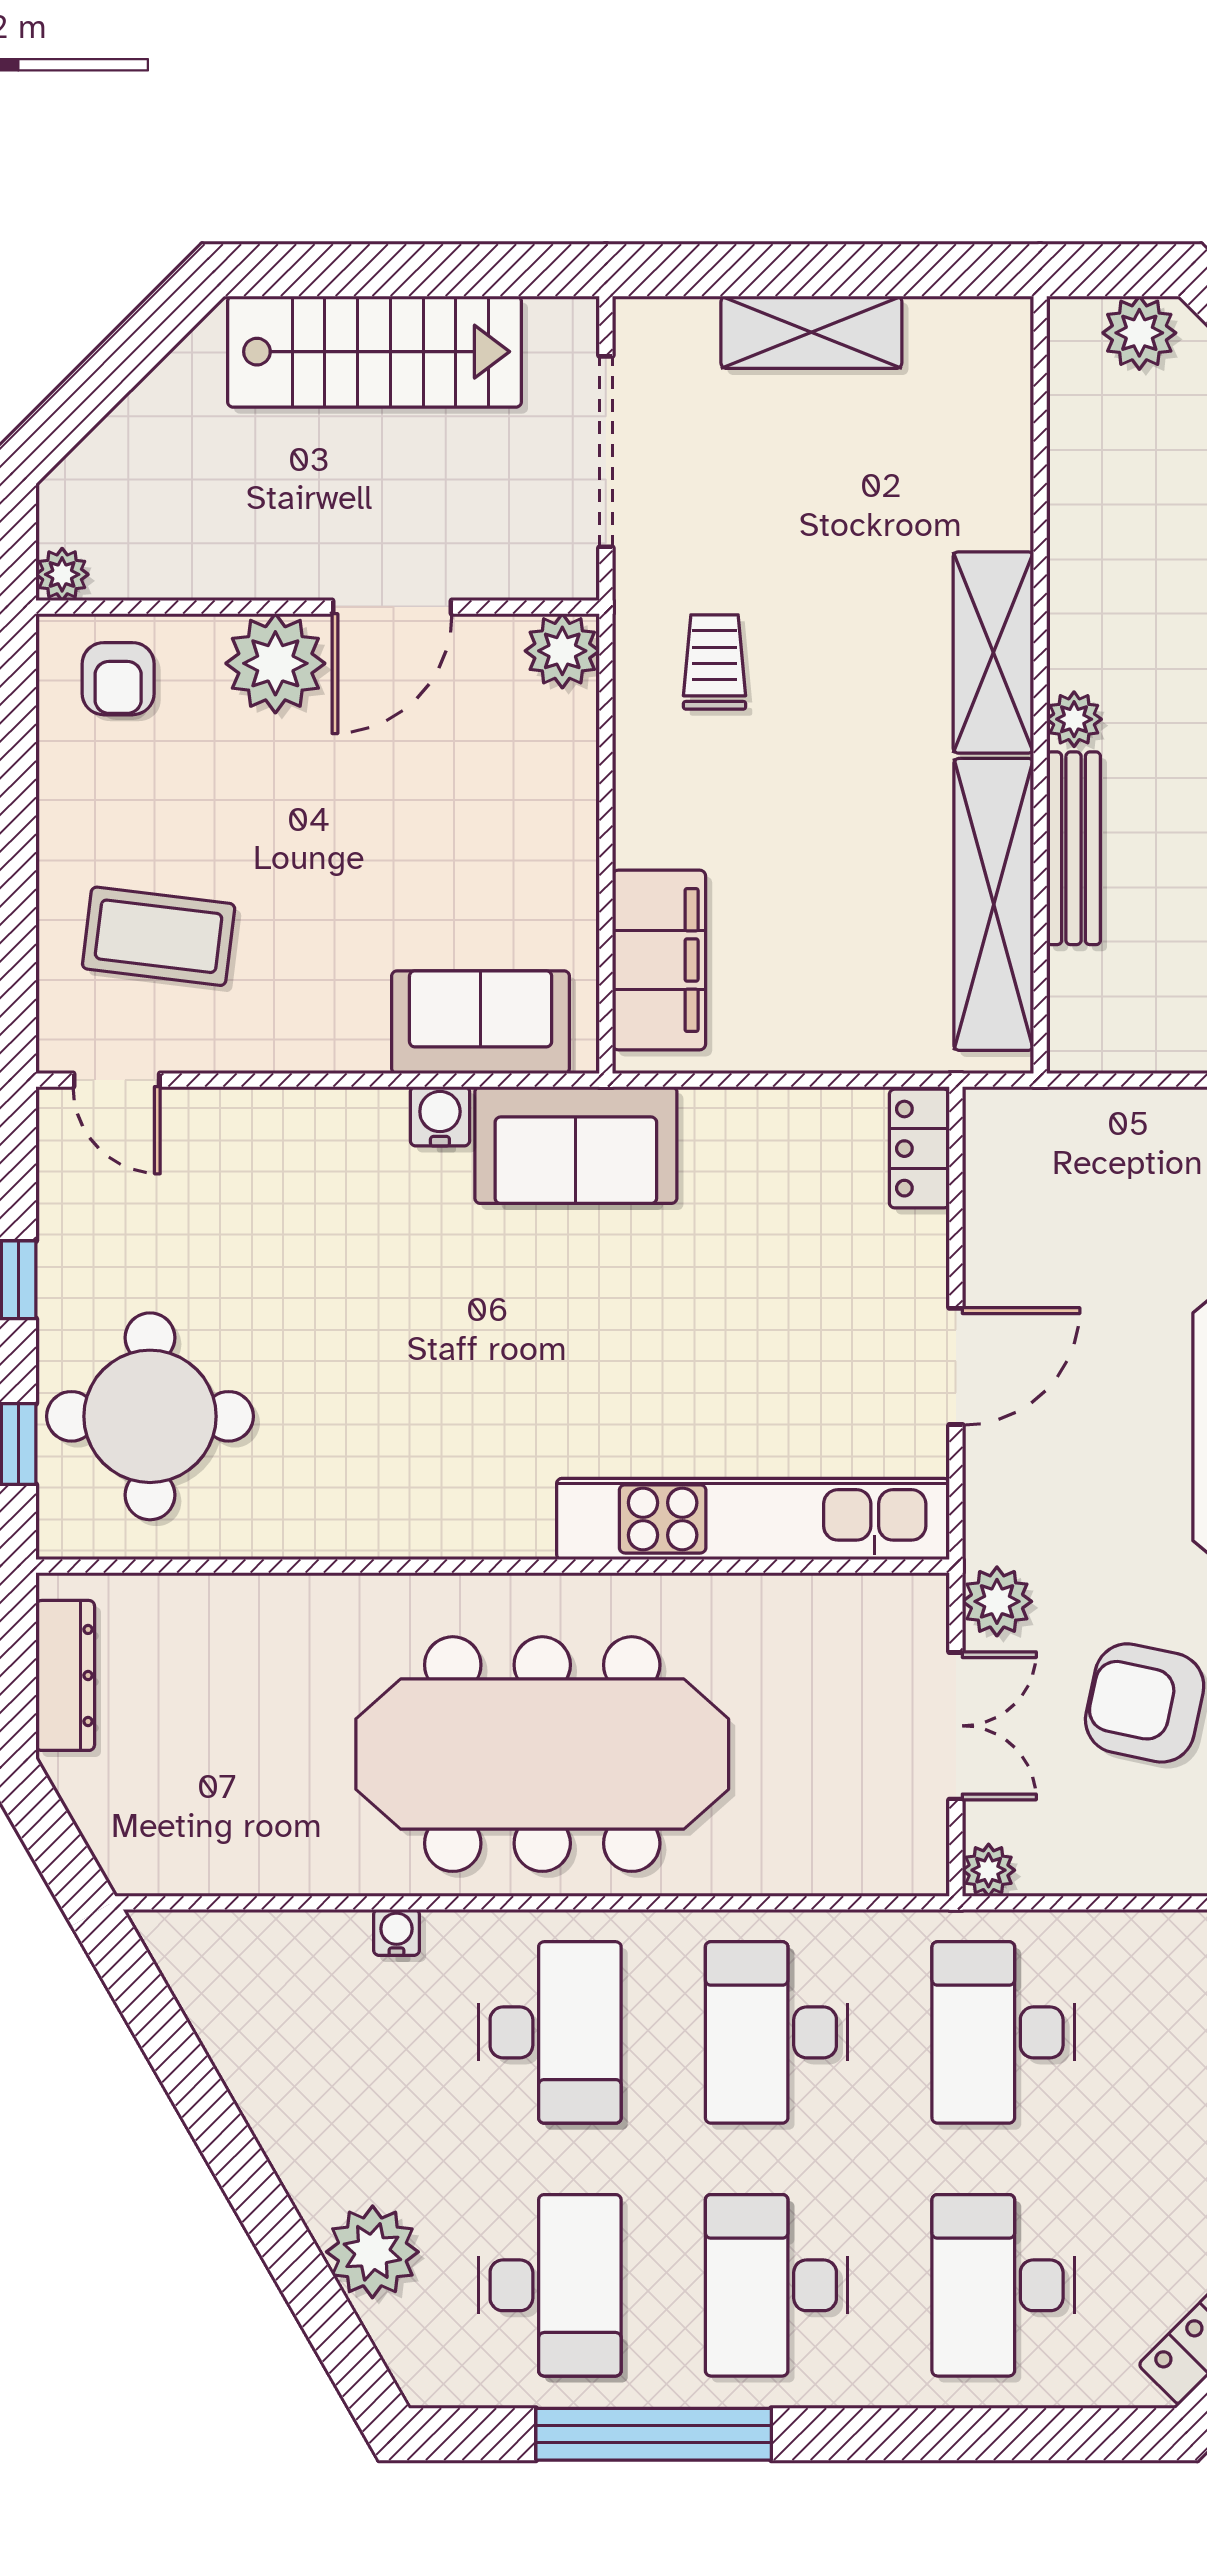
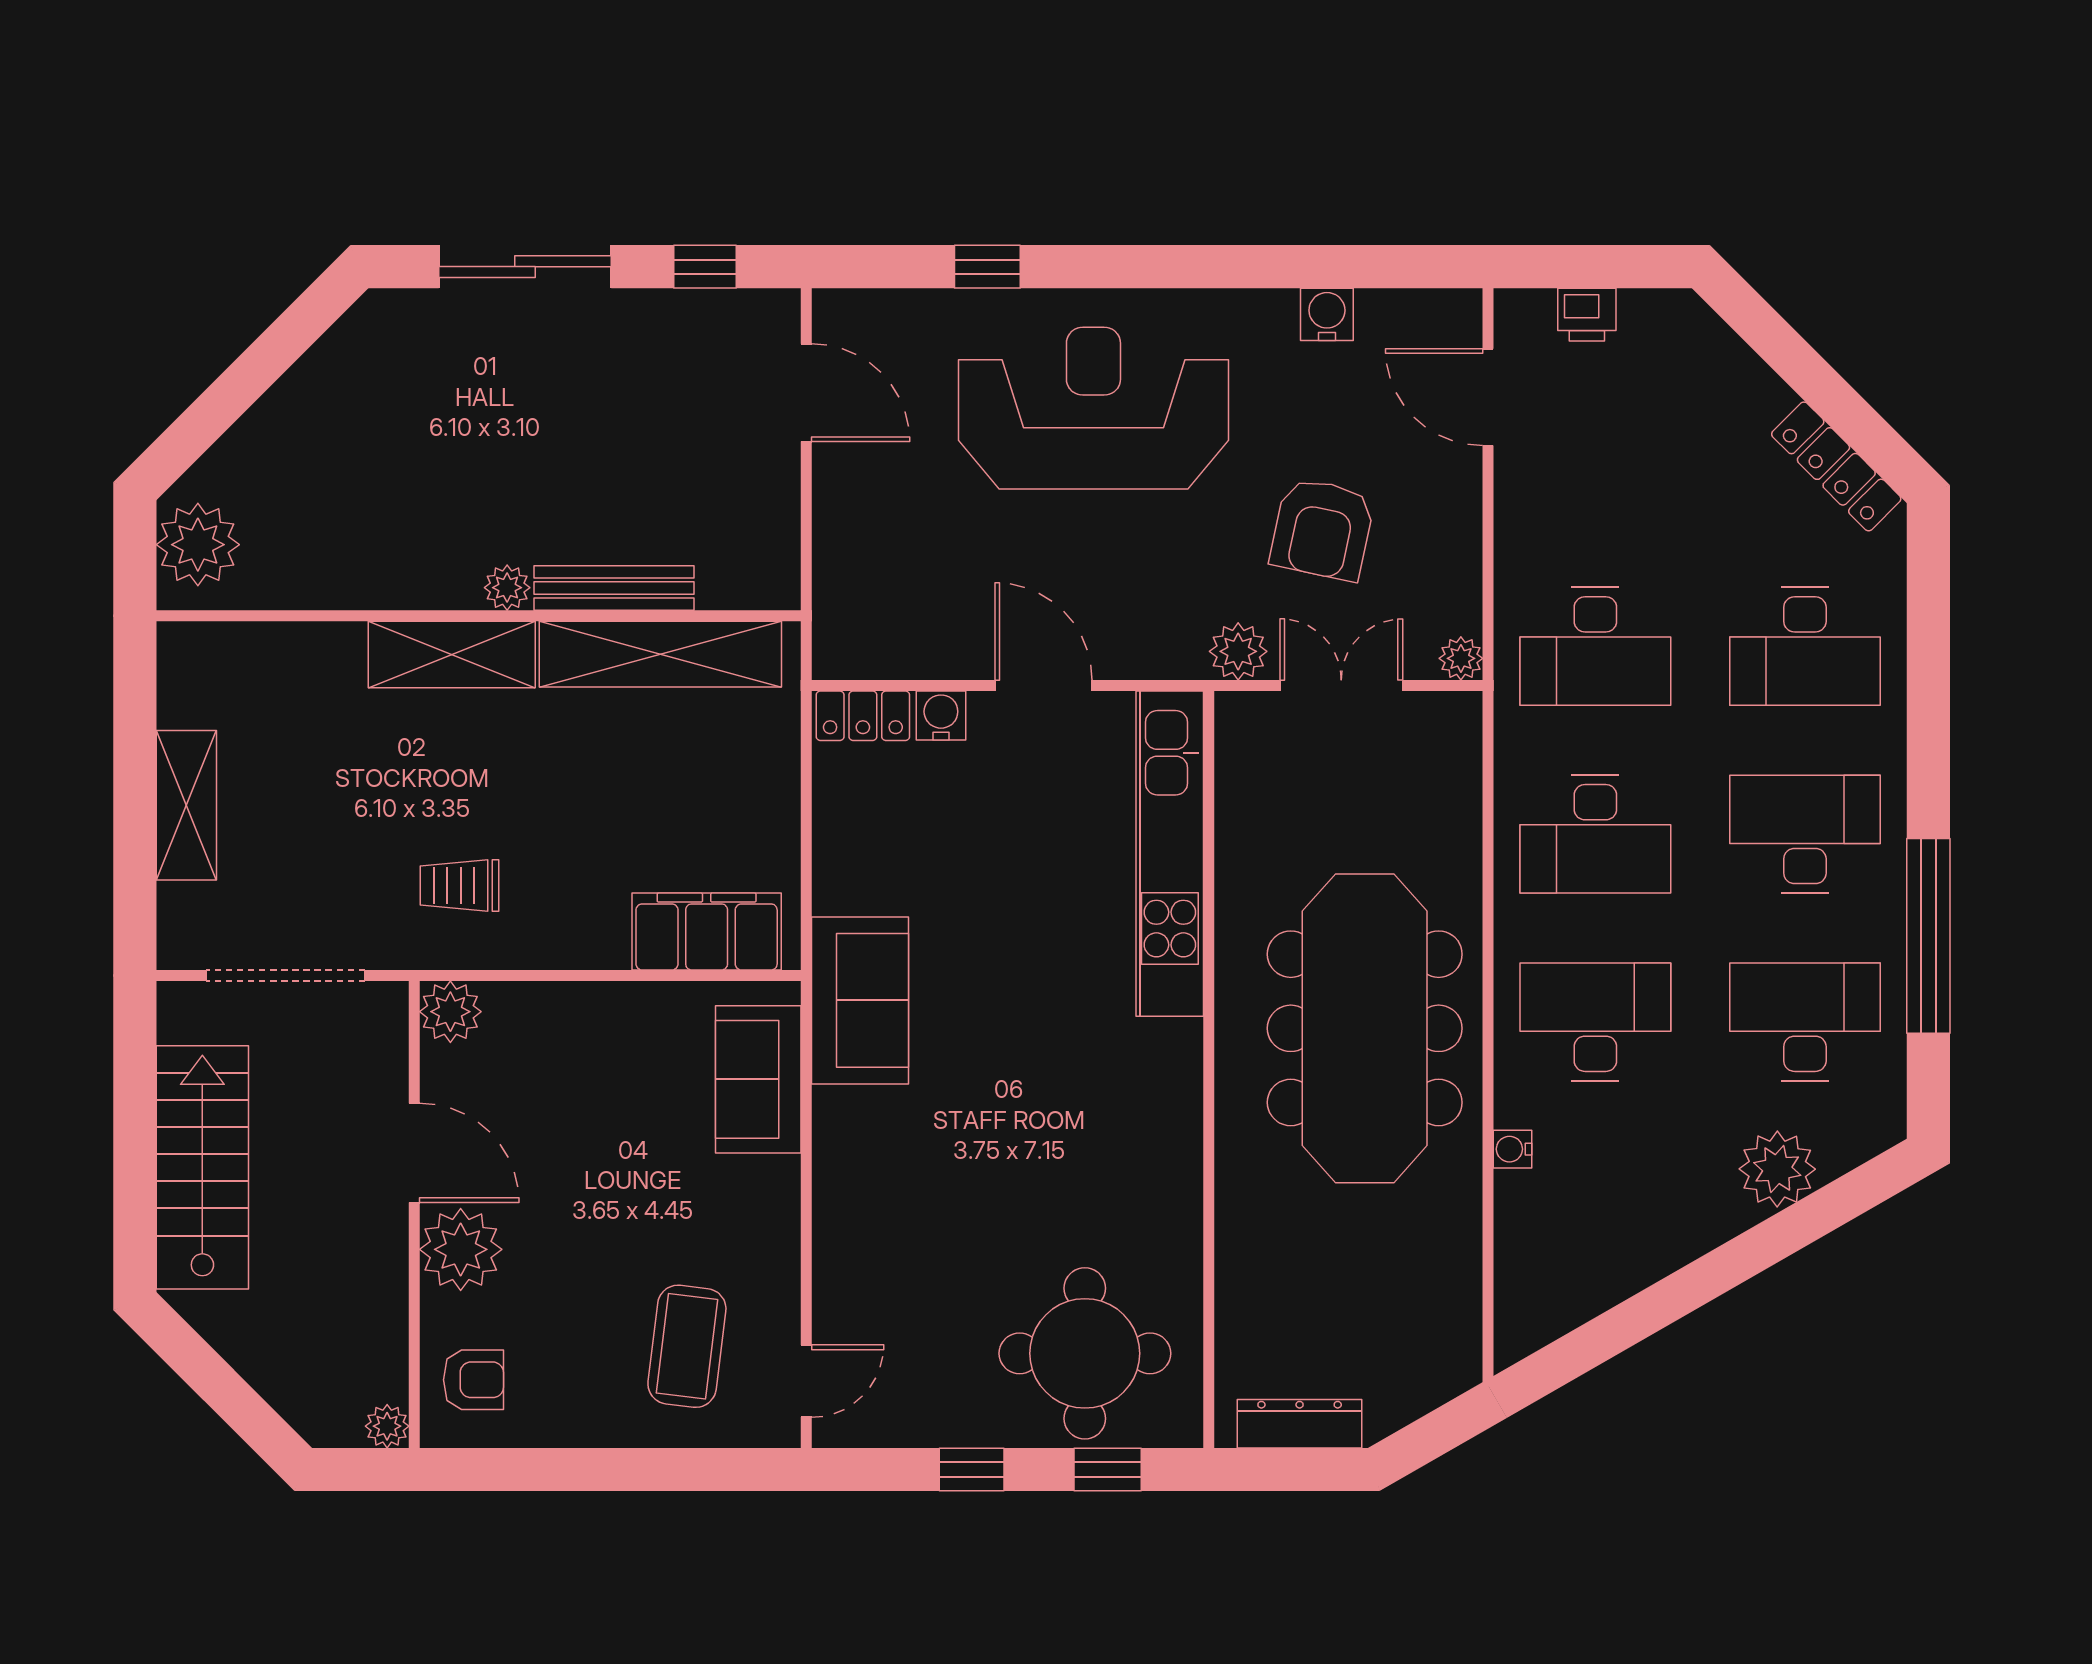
plant: (1139, 333) -> (198, 545), width x1.36, depth x1.36
water cooler: (440, 1116) -> (941, 716), moved, turned 90
desk: (777, 2285) -> (1805, 834), turned 180

